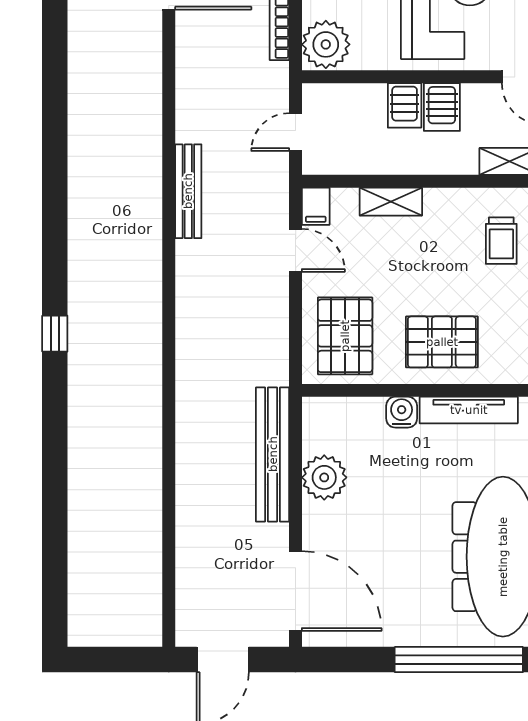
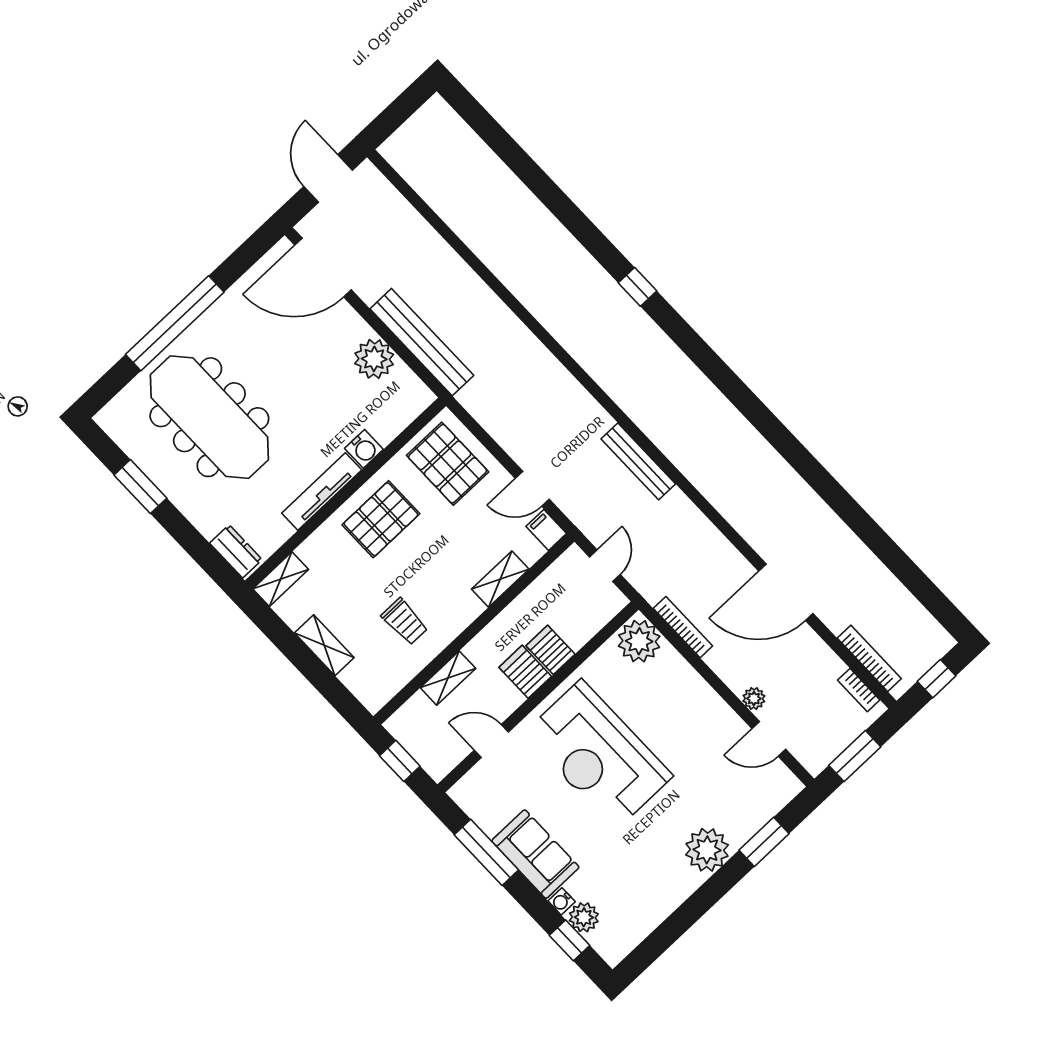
trolley: (501, 241) -> (405, 622), turned 180

